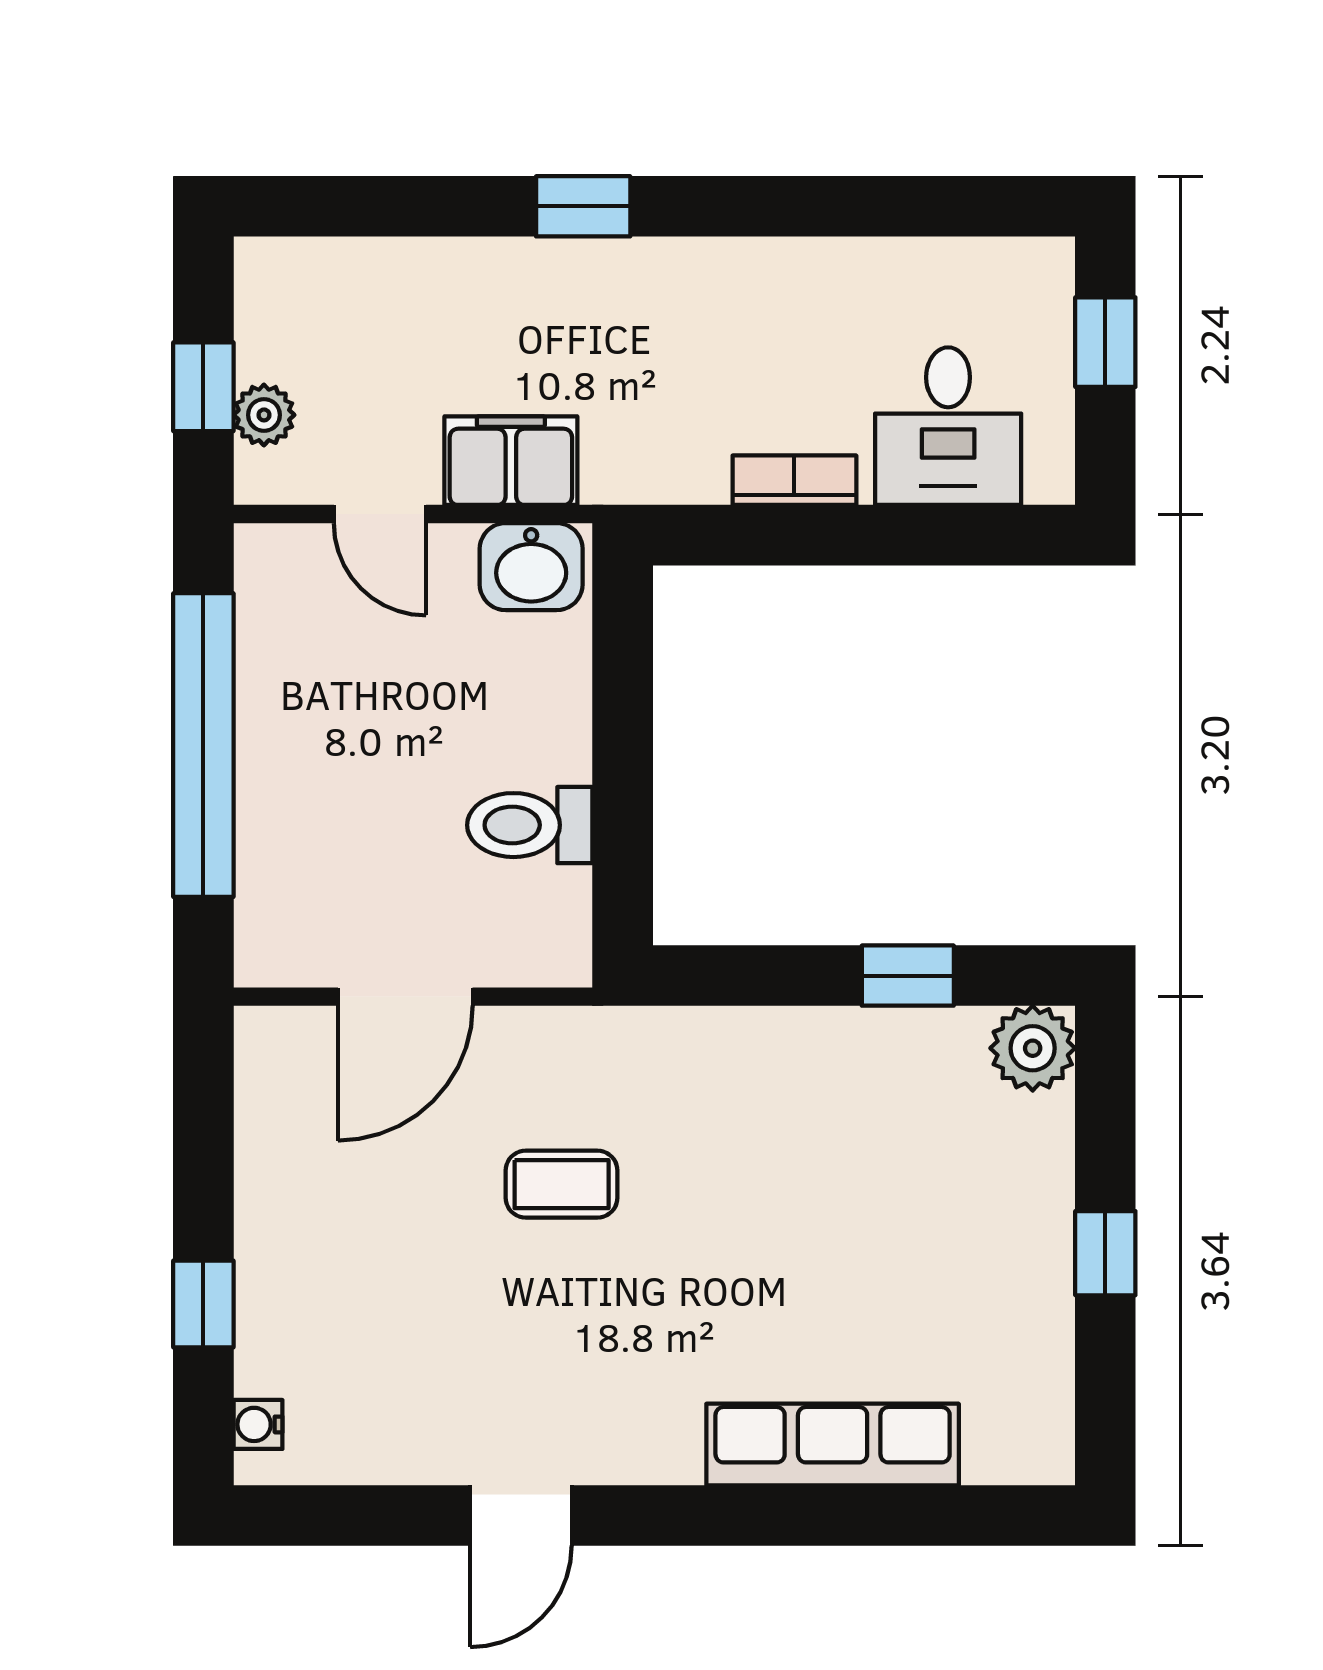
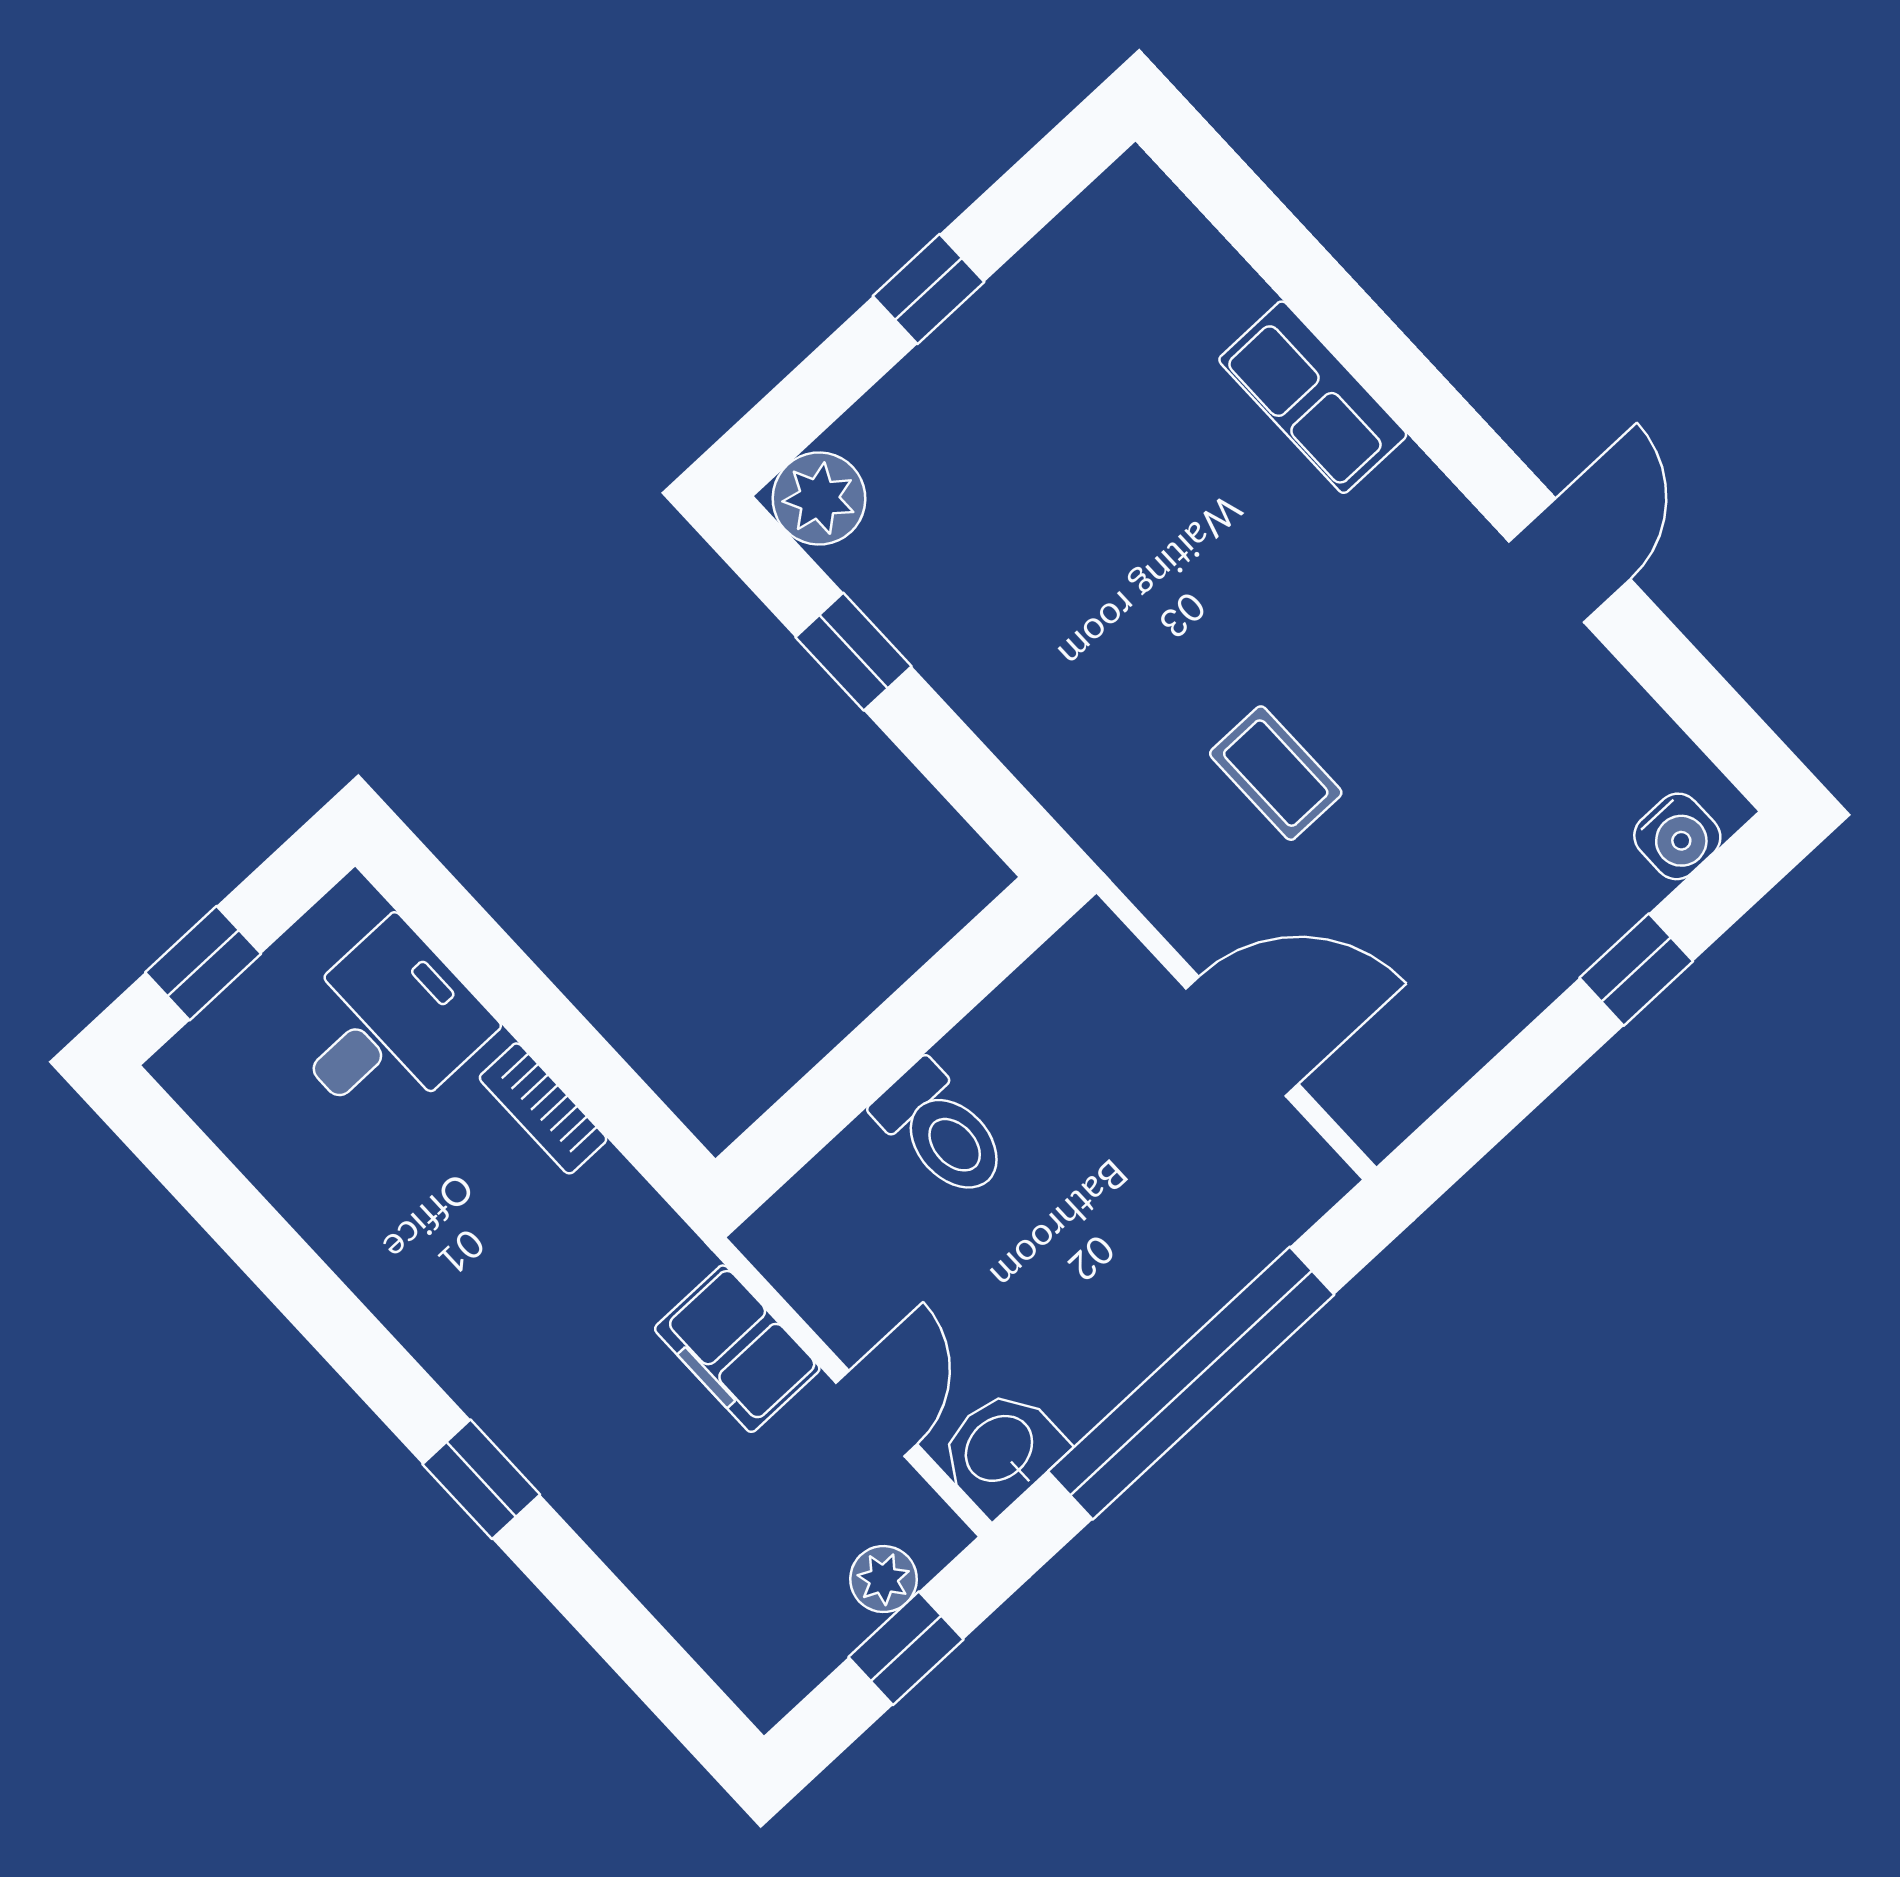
washbasin: (531, 567) -> (1001, 1451), moved, turned -90
toilet: (530, 825) -> (942, 1131), moved
water cooler: (258, 1424) -> (1677, 836), width x1.38, depth x1.38
row of seats: (833, 1444) -> (1313, 397), width x0.68
door: (521, 1516) -> (1570, 560), hinge flipped

